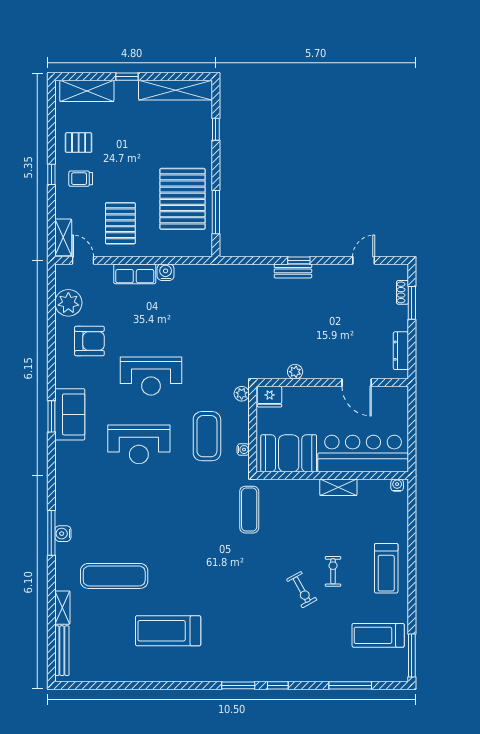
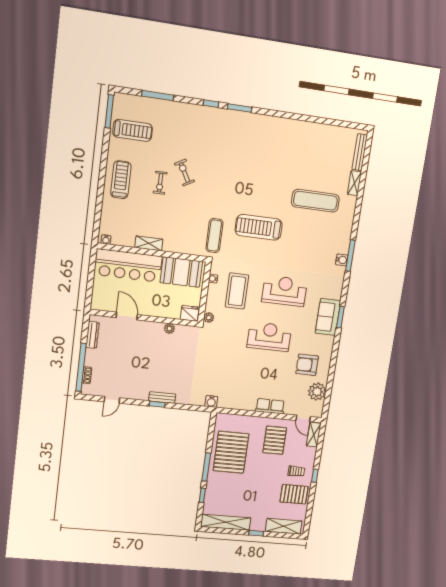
pallet: (79, 143) -> (294, 494), width x1.50, depth x1.42
window: (216, 212) -> (206, 467), moved
water cooler: (166, 272) -> (211, 401), moved
window: (412, 303) -> (81, 367), width x2.11
window: (51, 533) -> (350, 256), moved
water cooler: (63, 534) -> (342, 260), moved
treadmill: (168, 631) -> (259, 227), moved, turned 180

